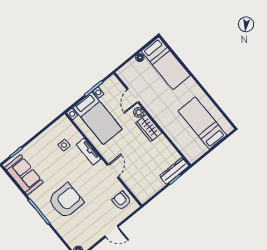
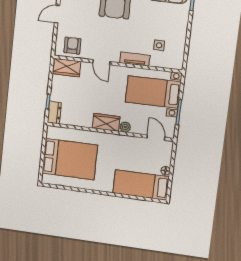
door: (133, 96) -> (156, 138), moved
bed: (202, 123) -> (70, 159), width x1.50
dresser: (174, 171) -> (54, 113), width x0.70
wardrobe: (140, 190) -> (67, 68), added
armchair: (122, 201) -> (72, 46), turned -90

